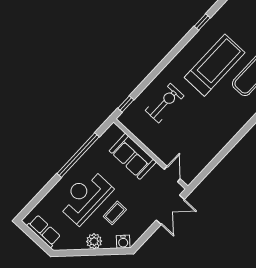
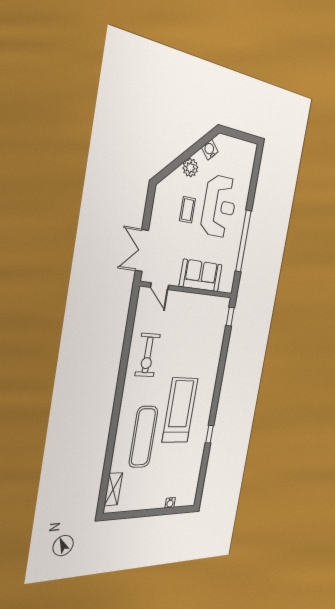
treadmill: (215, 65) -> (180, 410), turned 180
exercise bike: (165, 103) -> (148, 355), moved
row of seats: (44, 231) -> (236, 147), removed
water cooler: (123, 242) -> (210, 150), moved

